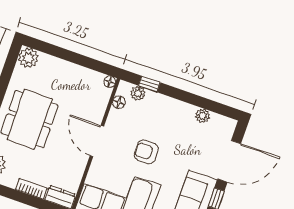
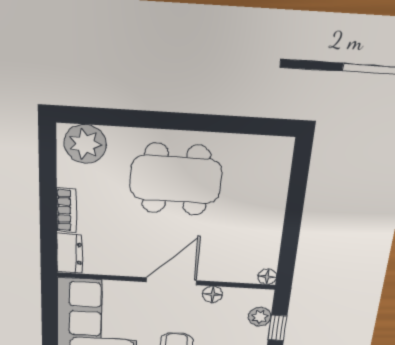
plant: (28, 58) -> (276, 152), removed
floor lamp: (119, 102) -> (212, 294), moved

